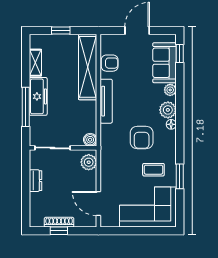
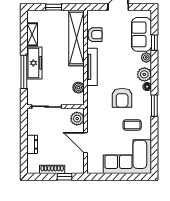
window: (180, 54) -> (154, 43), moved
boiler: (90, 140) -> (78, 88), moved
window: (180, 176) -> (154, 106), moved
dresser: (35, 181) -> (32, 144), moved
door: (98, 204) -> (85, 143), moved
window: (59, 231) -> (64, 177), moved

